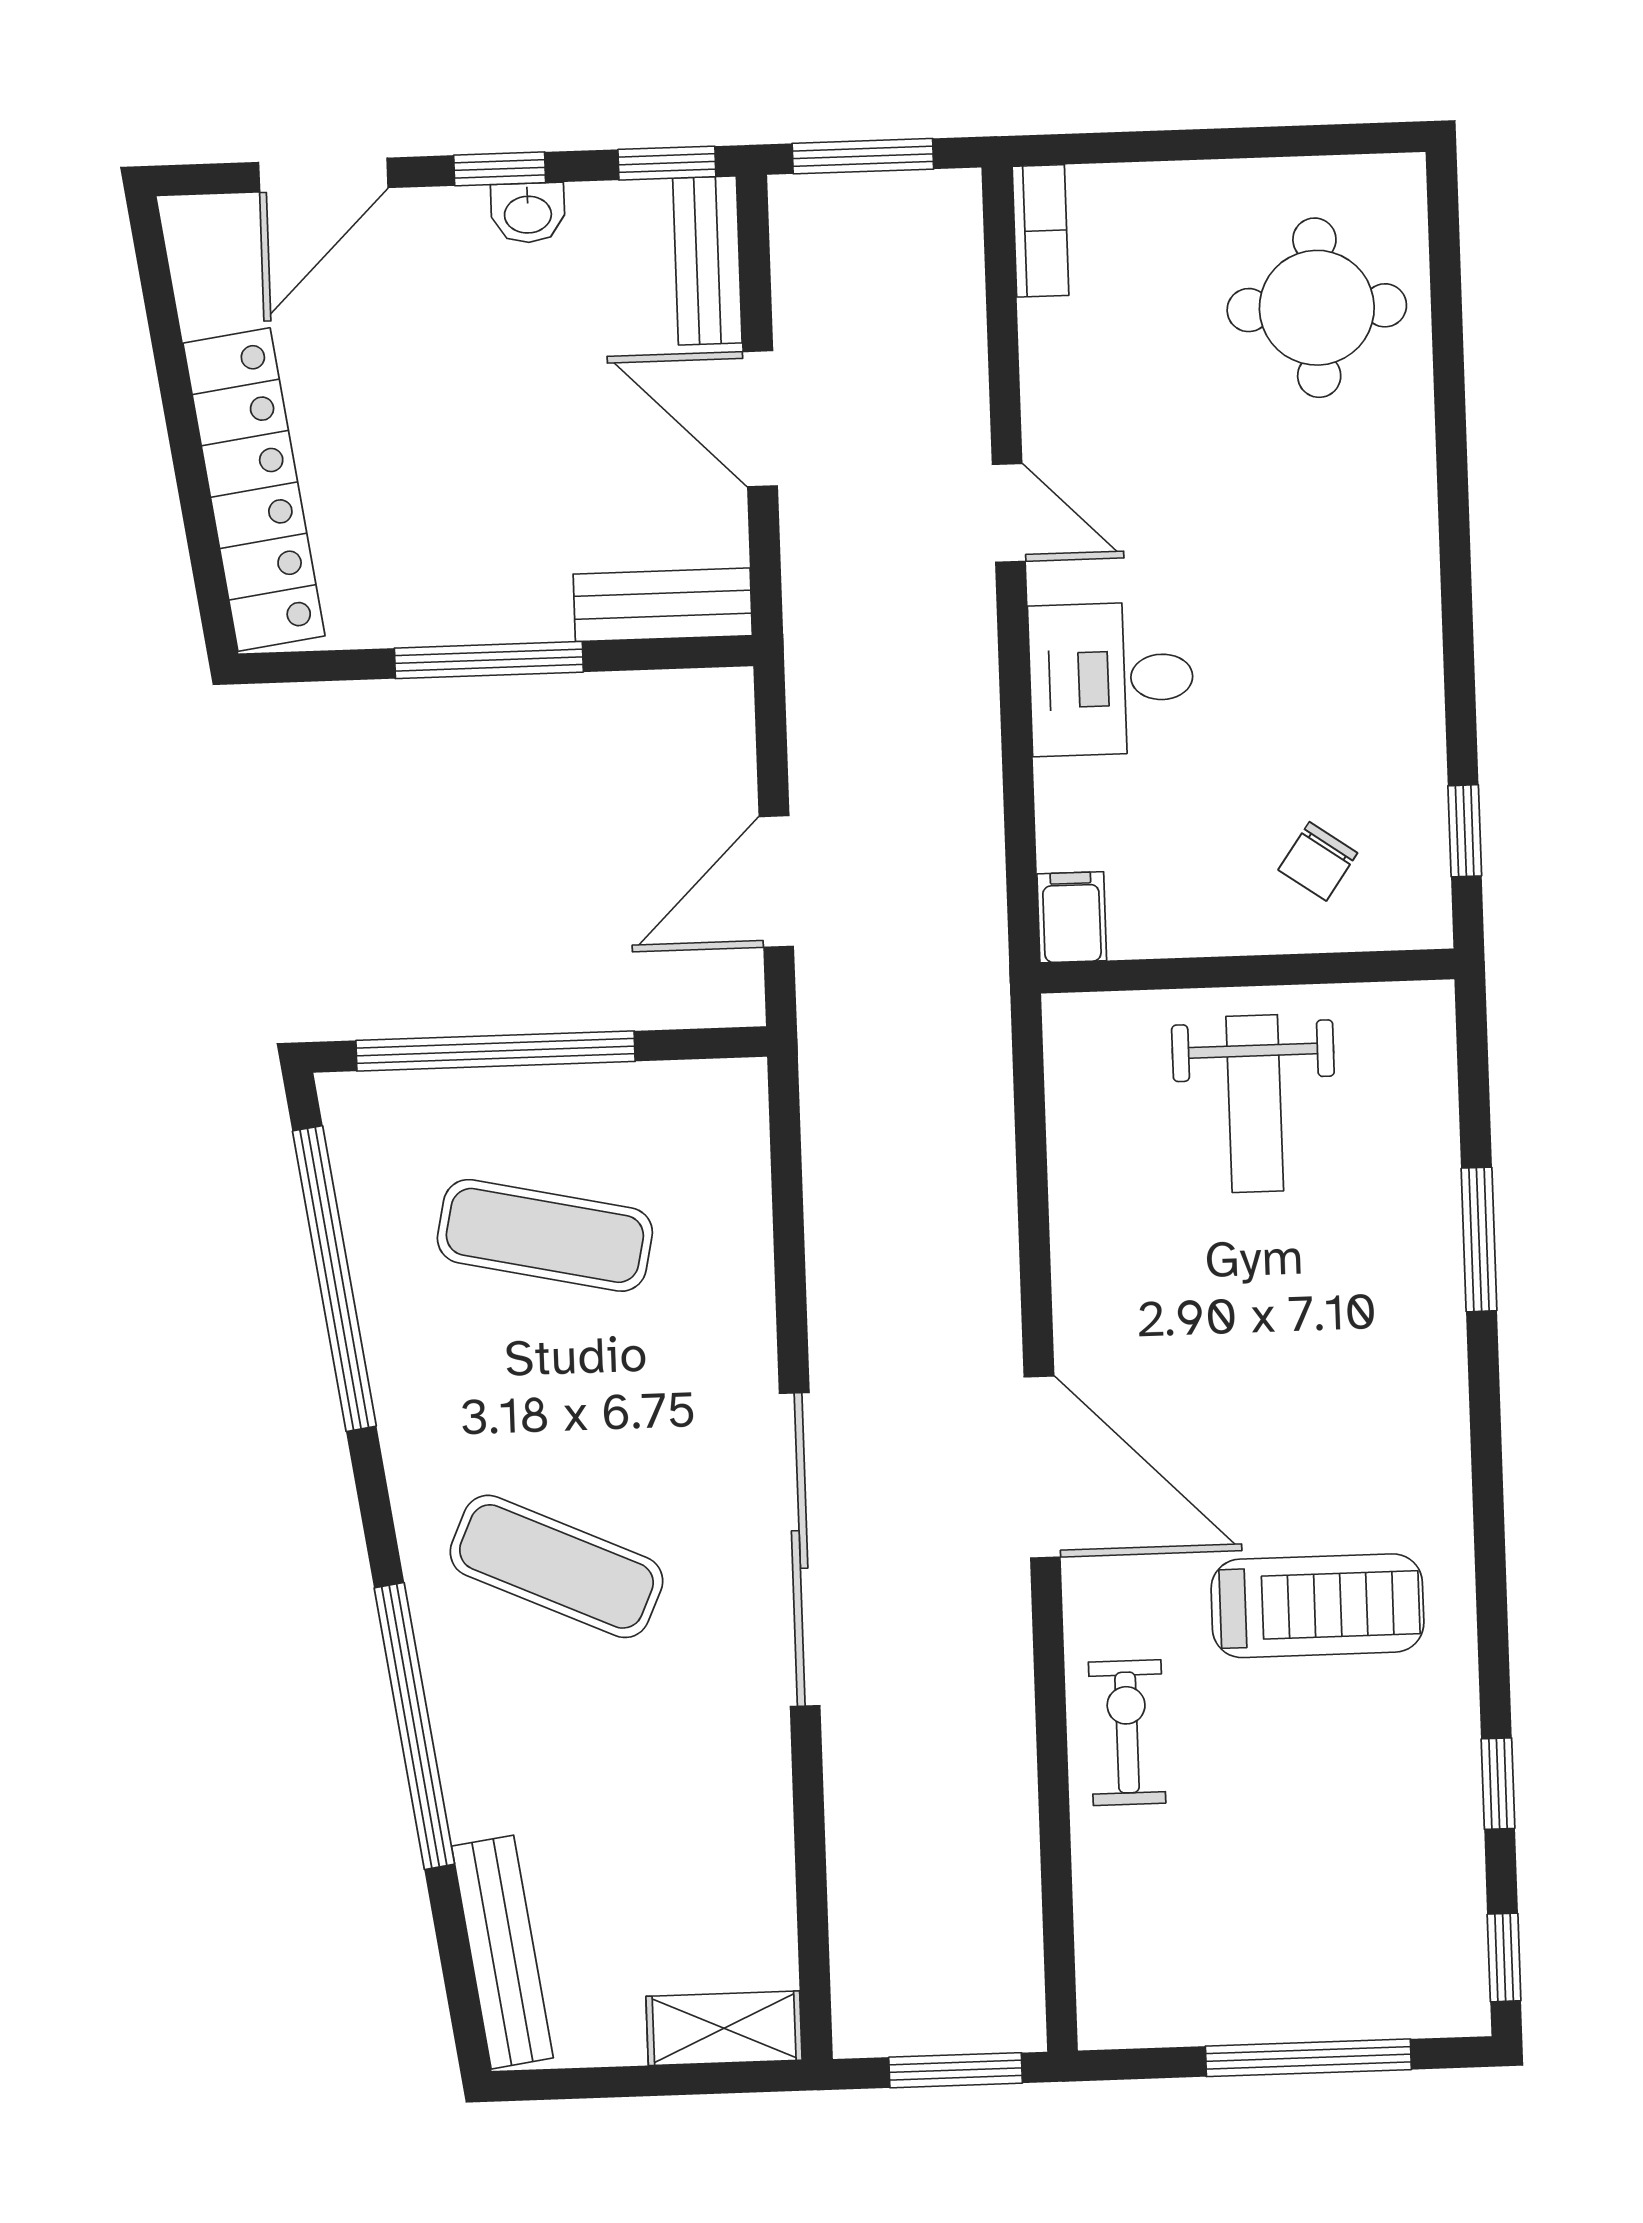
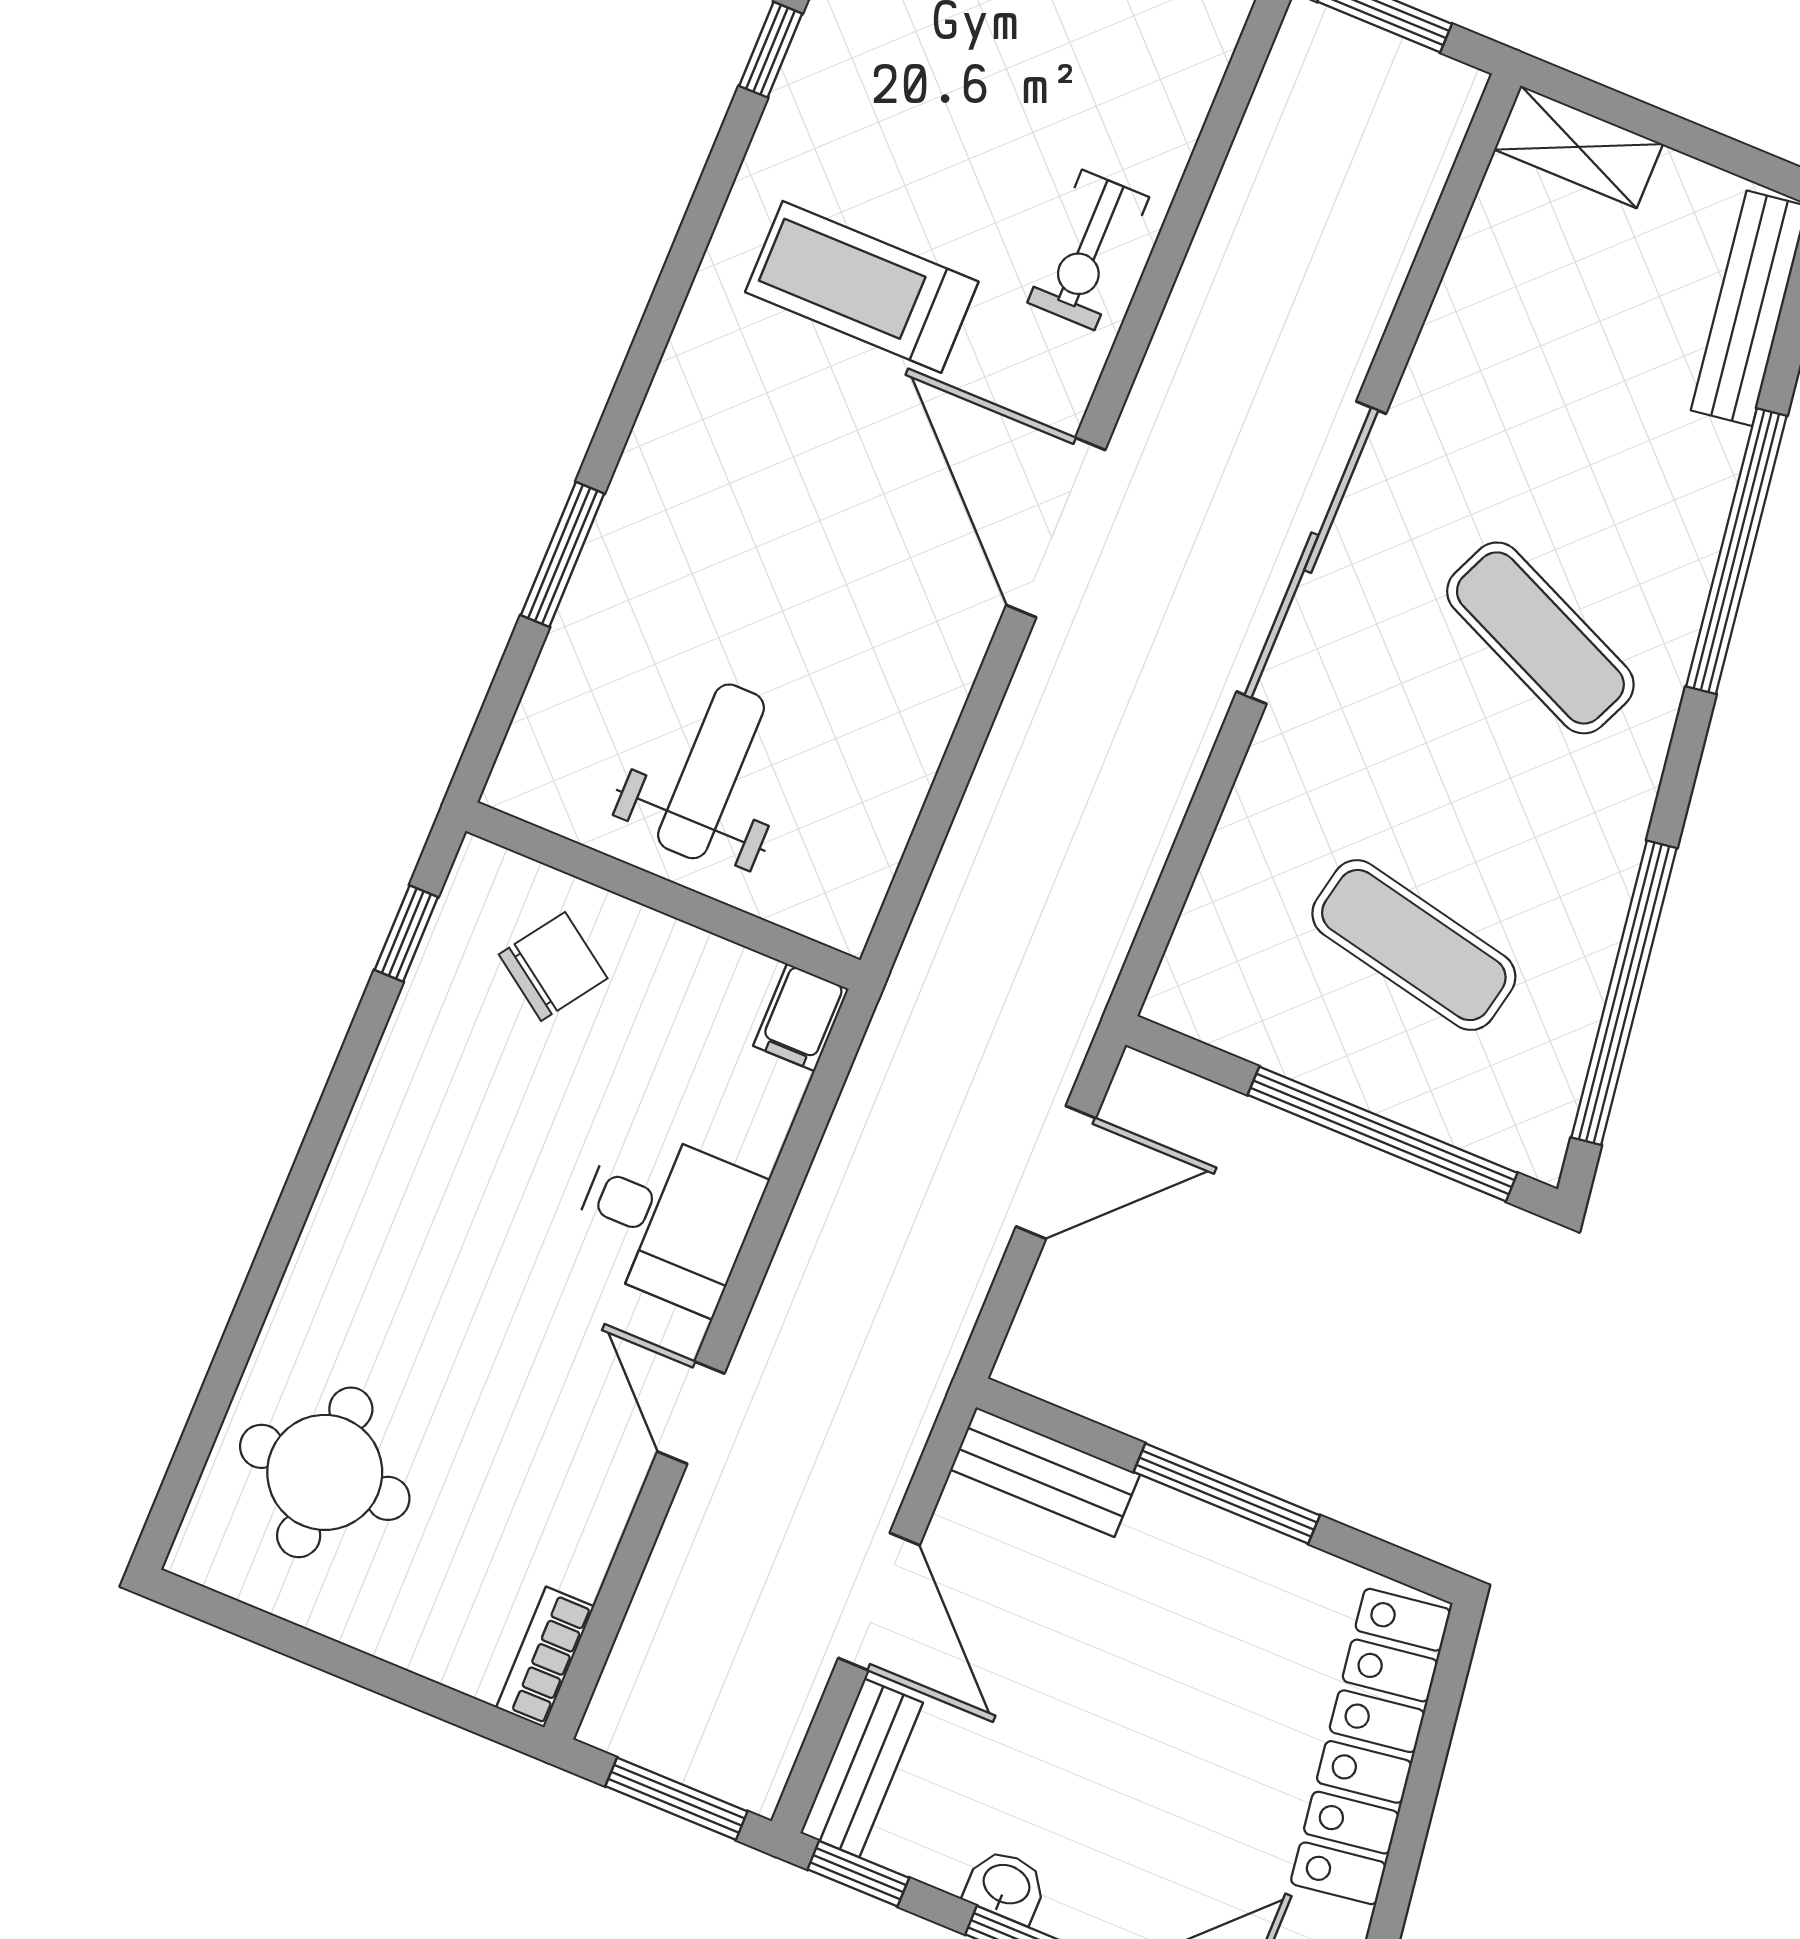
chair: (1318, 861) -> (553, 966), width x1.37, depth x1.37

